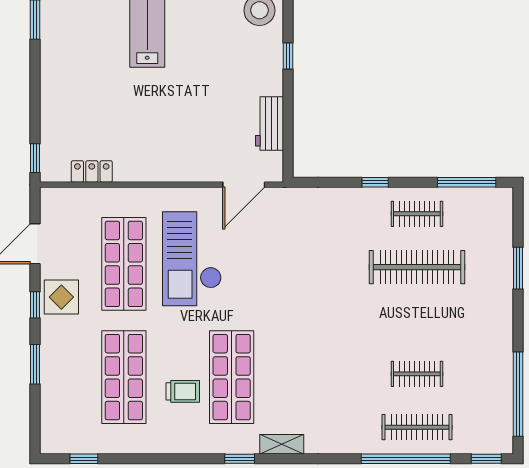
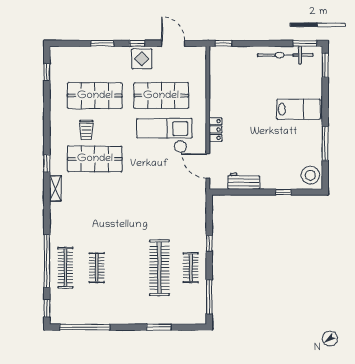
bicycle: (55, 53) -> (285, 55), added
locker: (92, 171) -> (216, 130), moved

